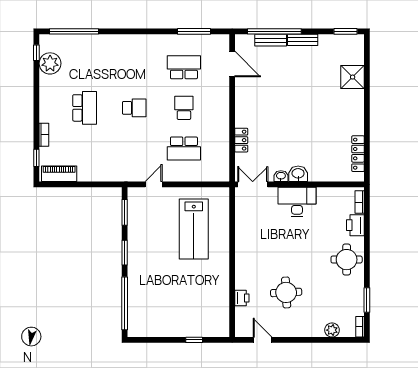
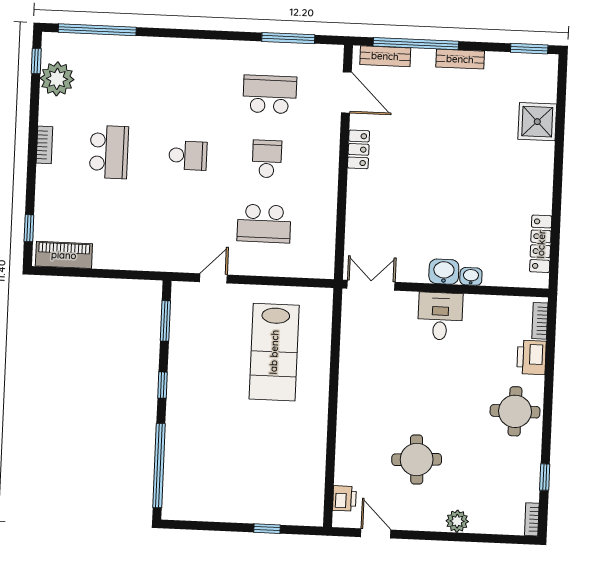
bench: (271, 40) -> (385, 56), moved
bookcase: (44, 135) -> (44, 145), moved
locker: (241, 140) -> (359, 149), moved
washbasin: (281, 176) -> (471, 276), moved
desk: (297, 202) -> (440, 316), width x0.73
window: (125, 253) -> (163, 385), width x0.67
printer: (242, 298) -> (344, 498), moved
window: (367, 300) -> (545, 477), width x0.67
plant: (332, 330) -> (457, 521), moved

